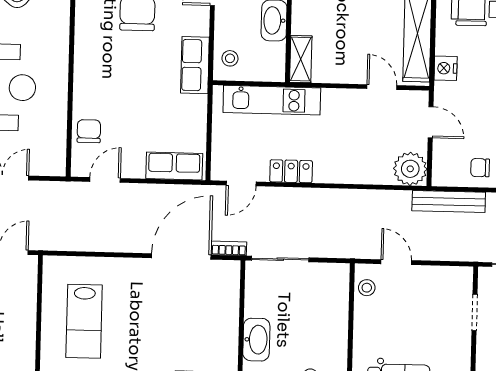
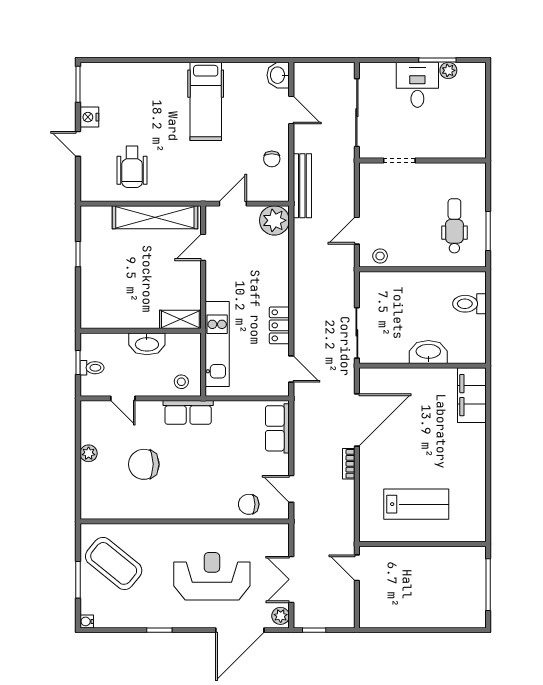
nightstand: (446, 68) -> (185, 192), removed
bookcase: (229, 248) -> (349, 464), moved
door: (181, 256) -> (357, 420), swing flipped

